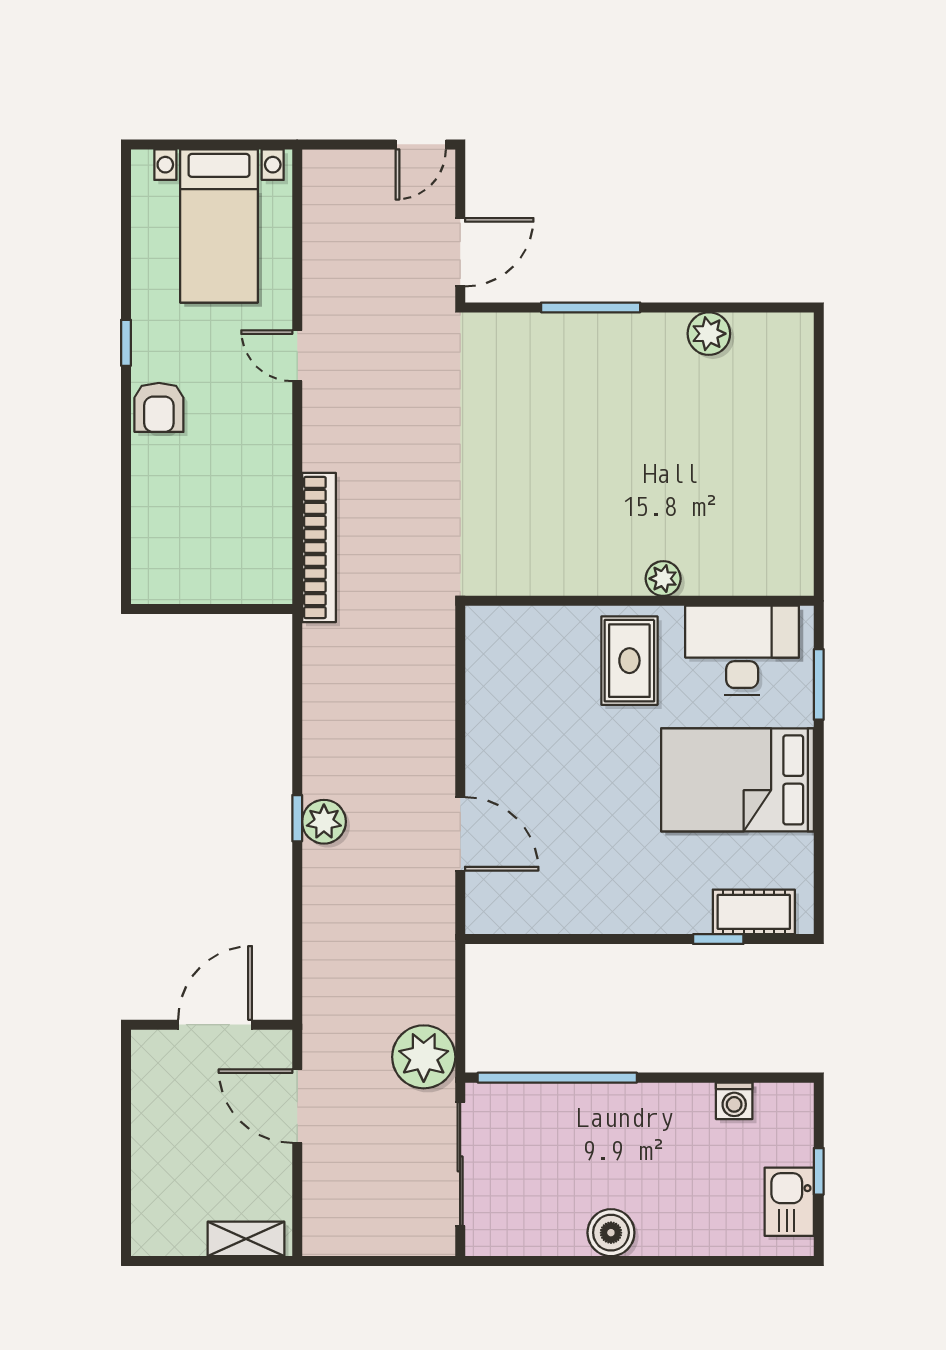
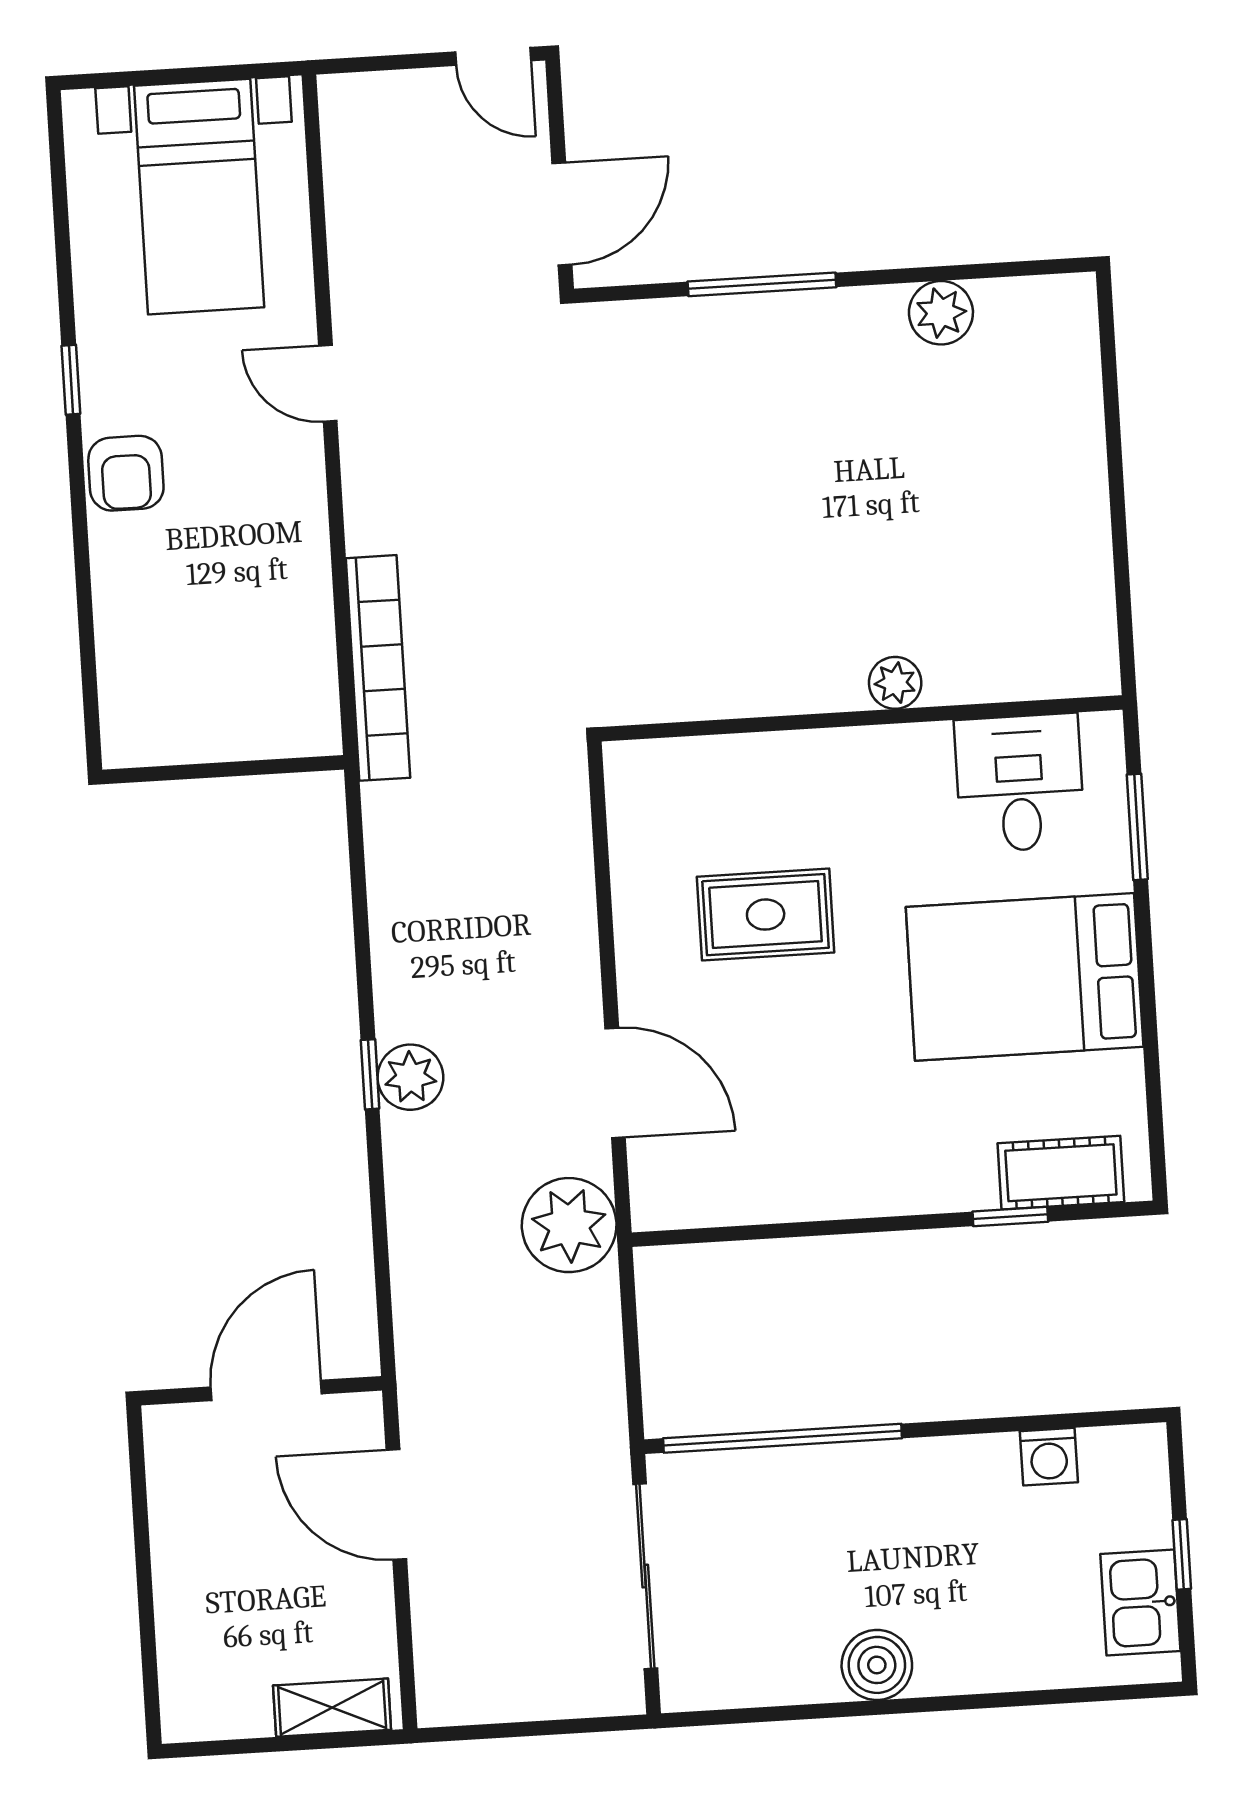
door: (421, 144) -> (493, 56), hinge flipped
desk: (742, 650) -> (1020, 783), width x0.73
rug: (629, 661) -> (766, 915), moved, turned 90
plant: (424, 1057) -> (569, 1225), moved

